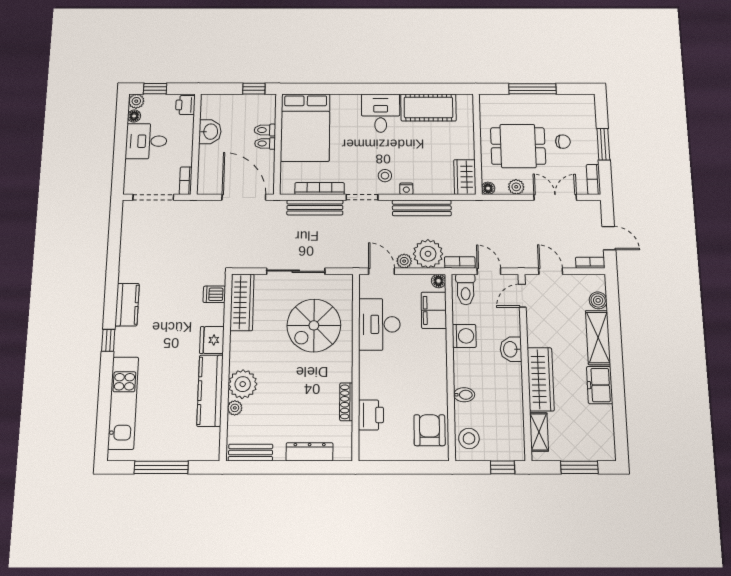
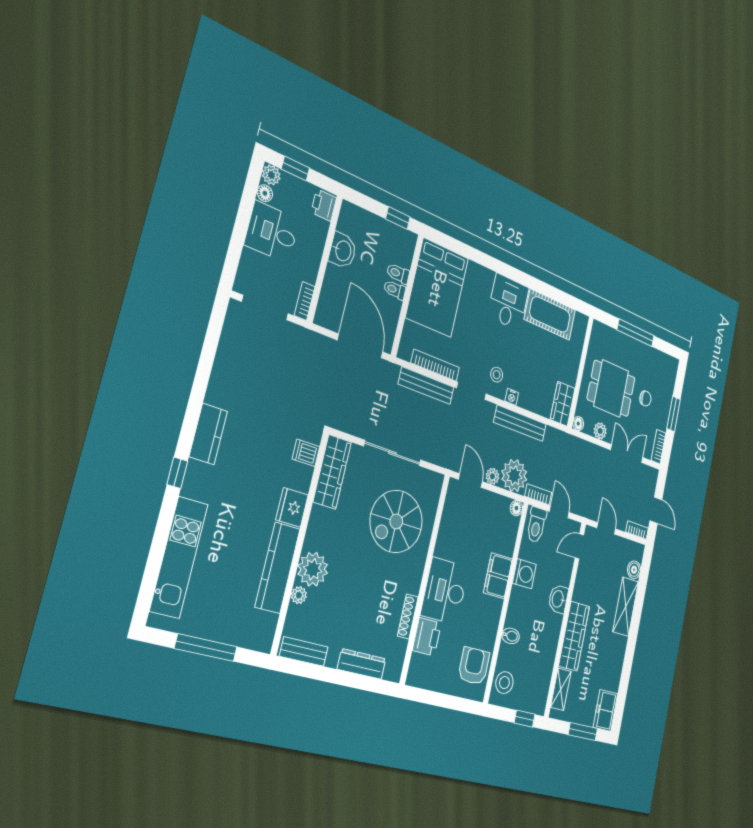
filing cabinet: (434, 310) -> (498, 576), moved
desk: (379, 324) -> (445, 591), moved
freezer: (600, 385) -> (605, 710), moved

